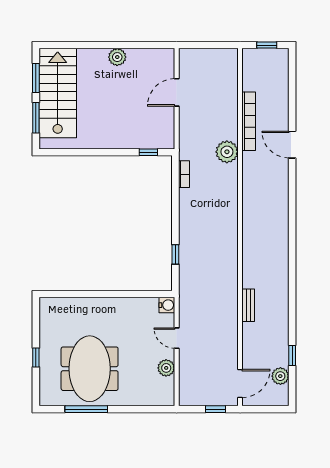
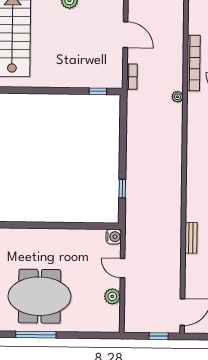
door: (177, 92) -> (125, 35), swing flipped
plant: (227, 152) -> (177, 97), width x0.53, depth x0.53
bookcase: (184, 174) -> (132, 77), moved
meeting table: (90, 369) -> (40, 296), turned 90

